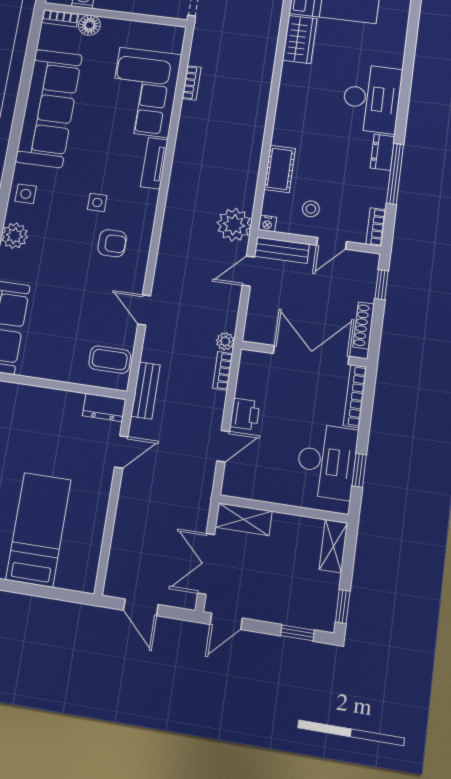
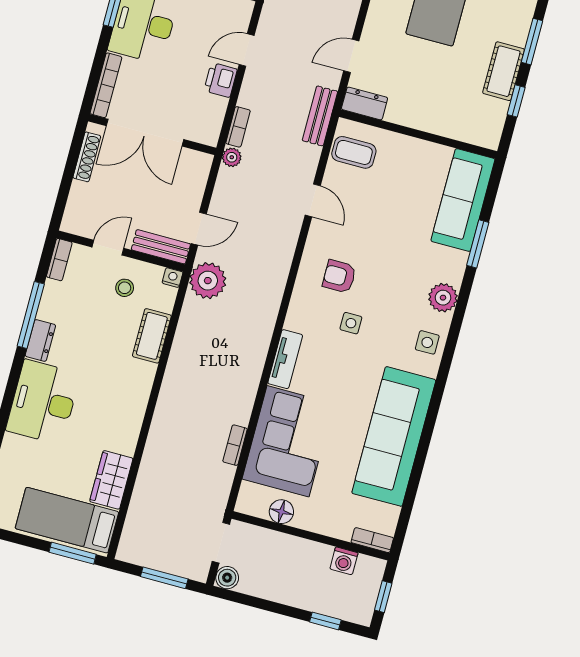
floor lamp: (89, 25) -> (281, 512), moved
window: (382, 285) -> (62, 197), removed

